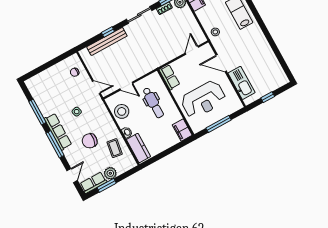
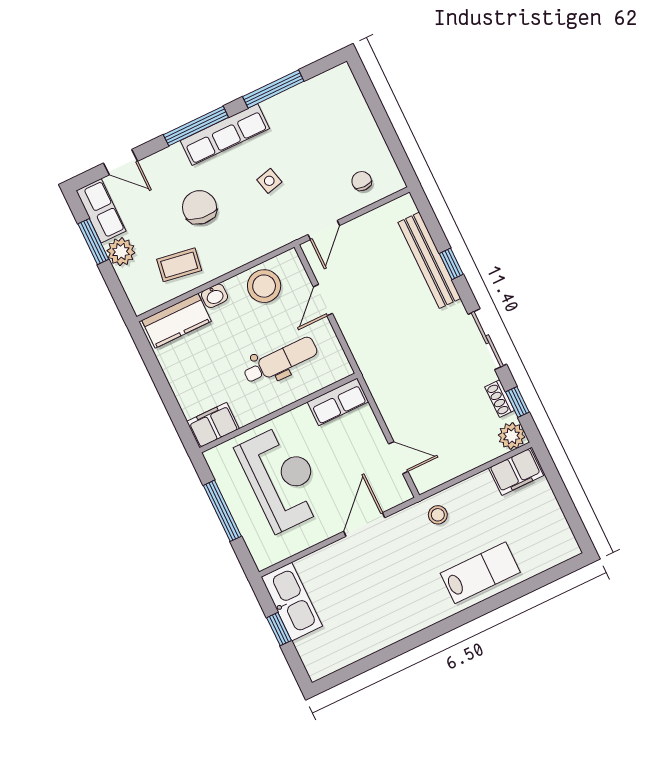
kitchen sink: (241, 83) -> (292, 602), moved, turned -90
reception desk: (203, 99) -> (282, 478), turned 180
dental chair: (153, 103) -> (280, 361), turned 180

